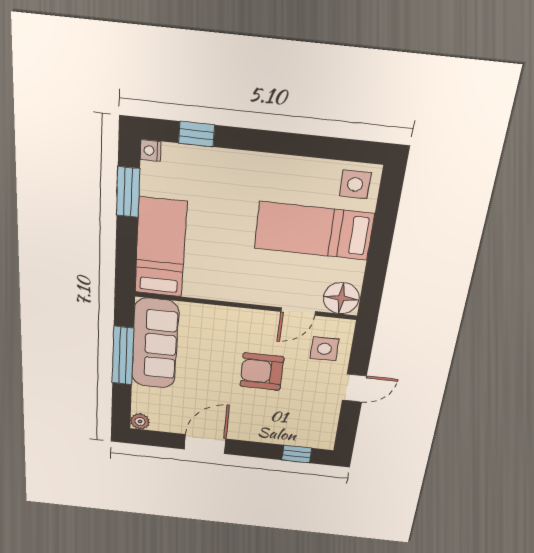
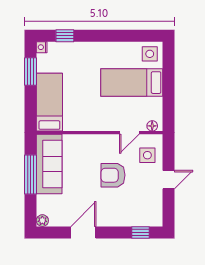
floor lamp: (341, 298) -> (152, 126), width x0.53, depth x0.53

